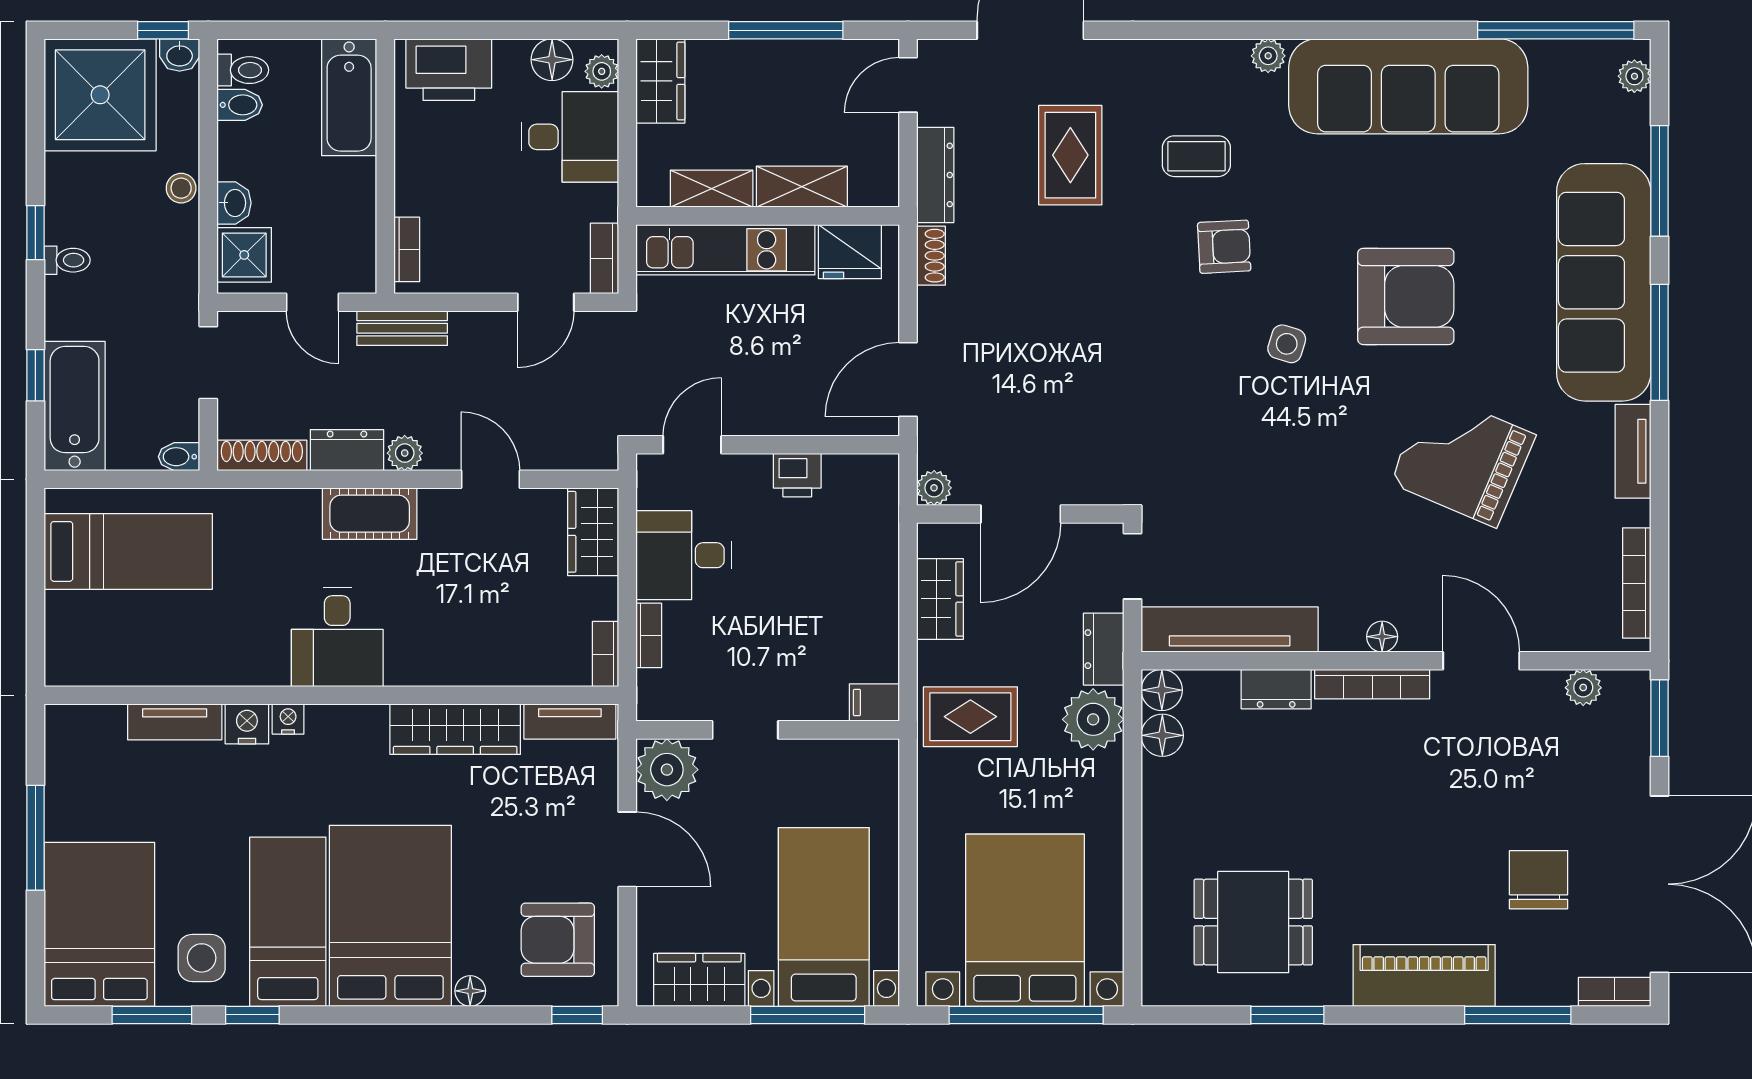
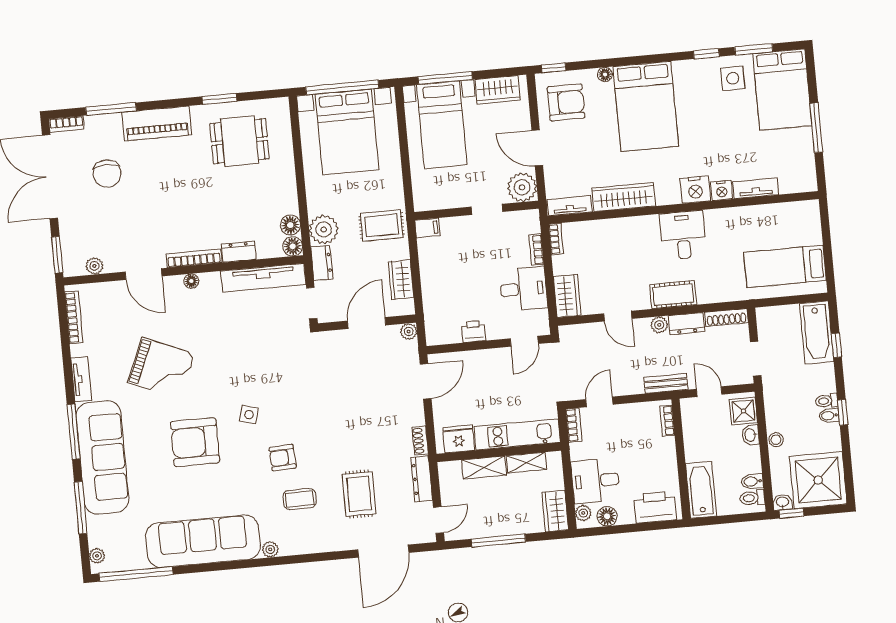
bidet: (179, 457) -> (829, 416), moved, turned 180
nightstand: (288, 719) -> (695, 190), width x1.89, depth x1.79
bed: (288, 922) -> (694, 99), removed

